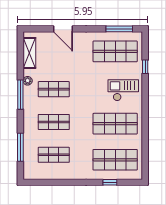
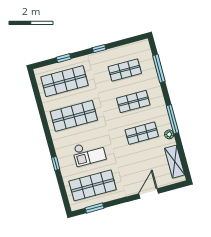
door: (63, 29) -> (149, 193), hinge flipped
window: (119, 29) -> (94, 208), width x0.69
window: (145, 67) -> (56, 163), moved
checkout: (123, 90) -> (89, 153), moved
window: (73, 182) -> (99, 49), added

